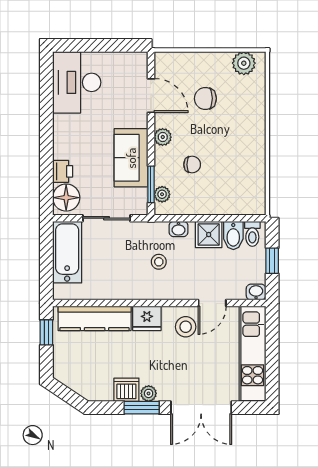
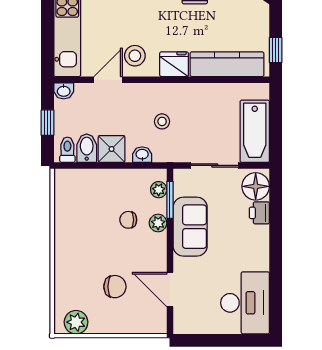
plant: (163, 137) -> (158, 223), moved

